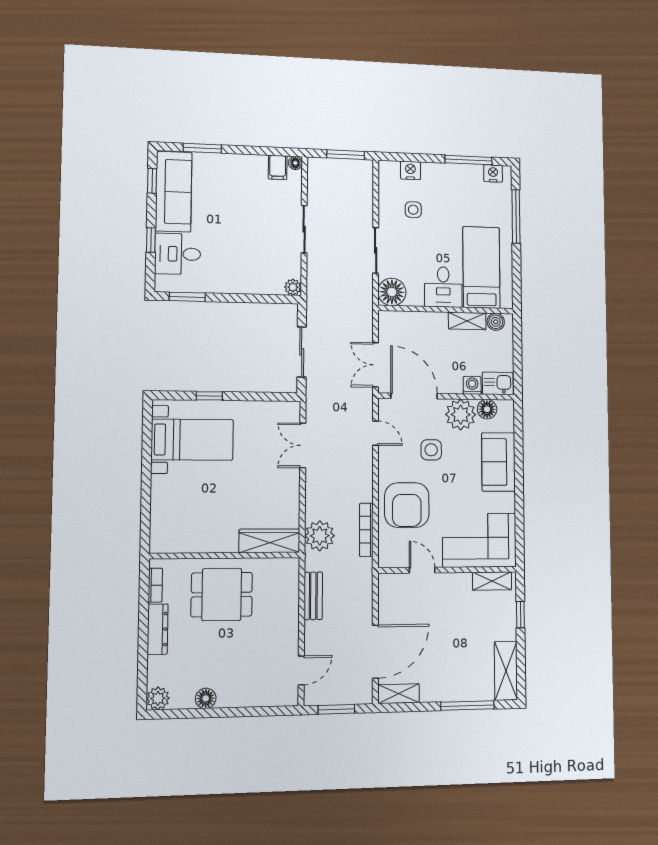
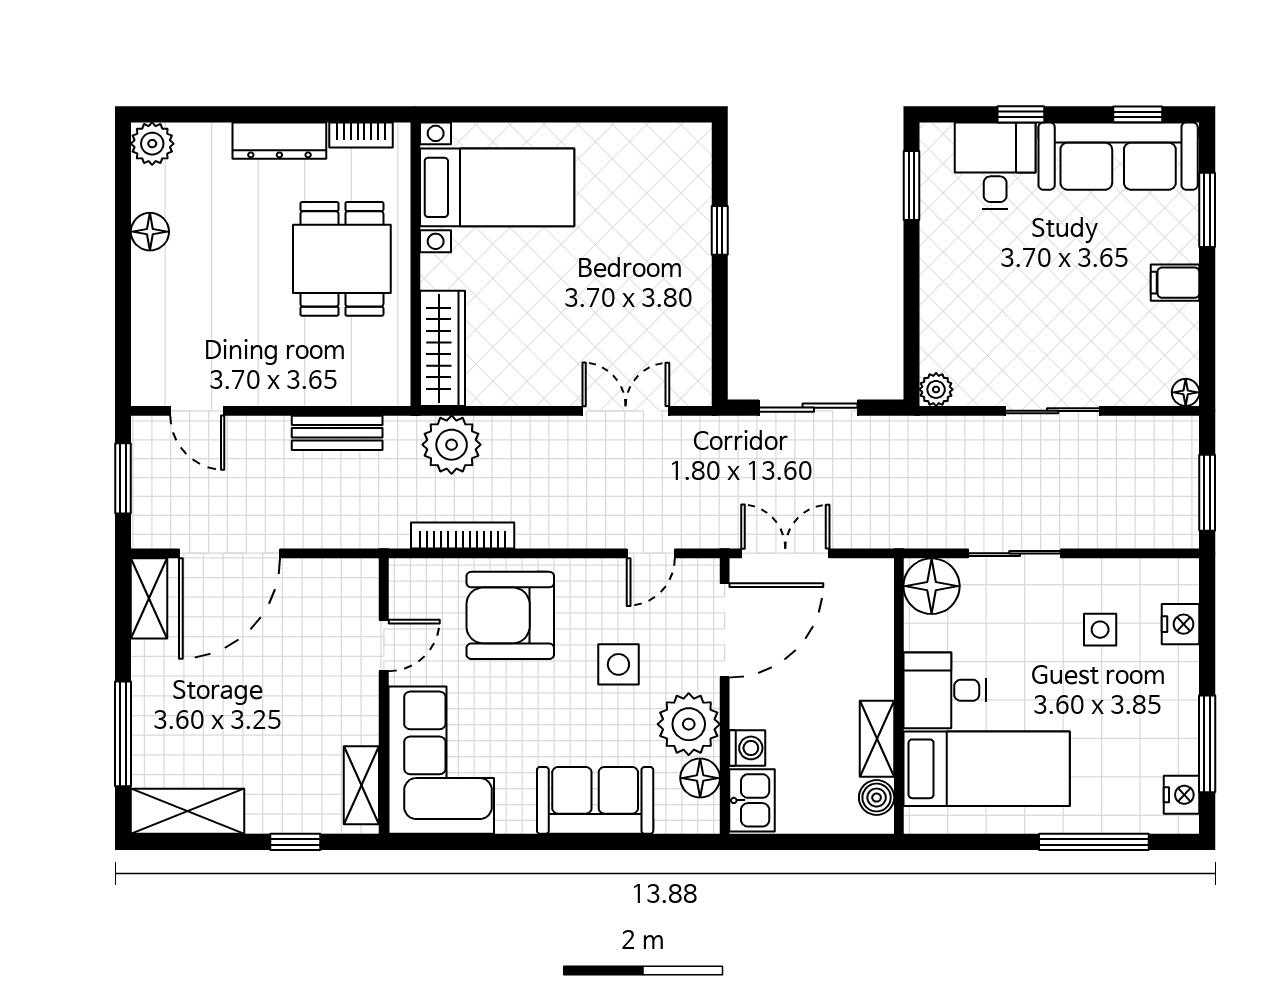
filing cabinet: (278, 167) -> (1175, 283), moved
bed with nightstands: (192, 440) -> (497, 187), moved, turned -90
door: (375, 652) -> (230, 553), hinge flipped

